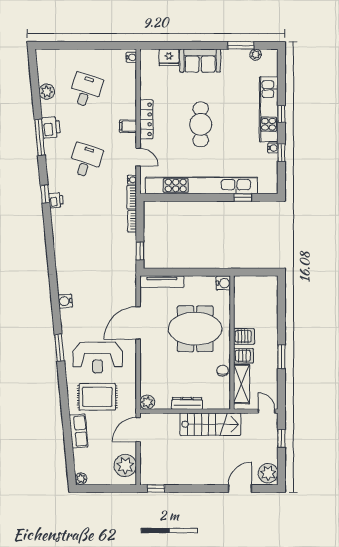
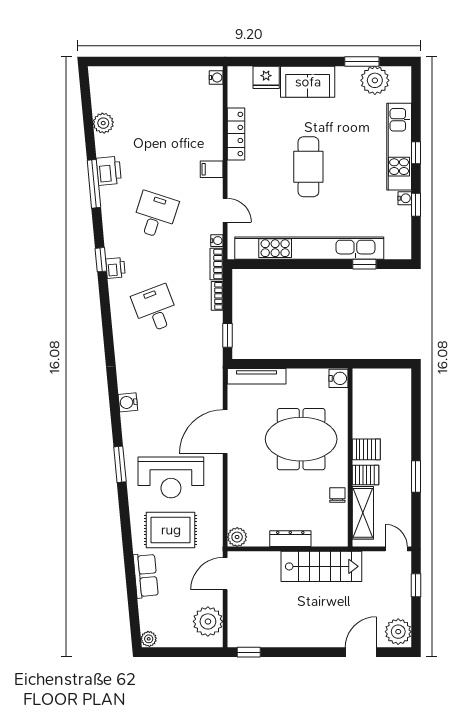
plant: (256, 55) -> (375, 80), width x1.88, depth x1.88
desk: (86, 90) -> (155, 309), moved, turned -39
locker: (146, 119) -> (236, 134), moved

